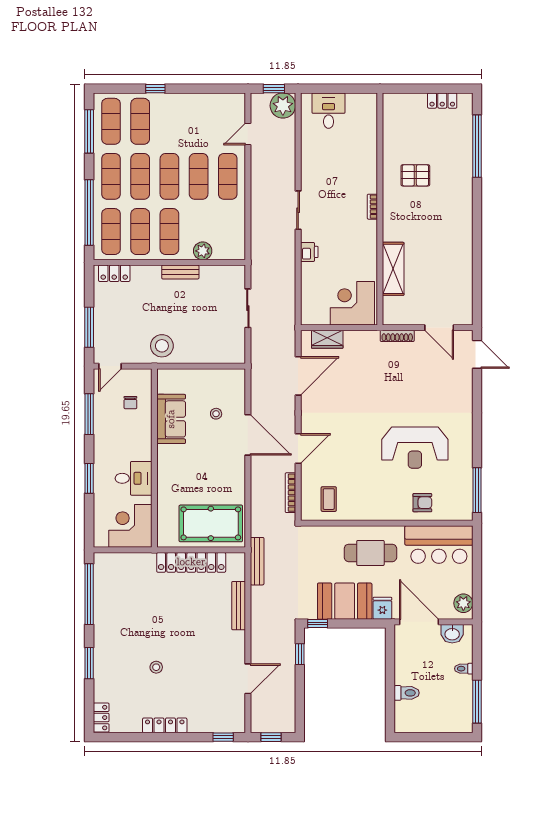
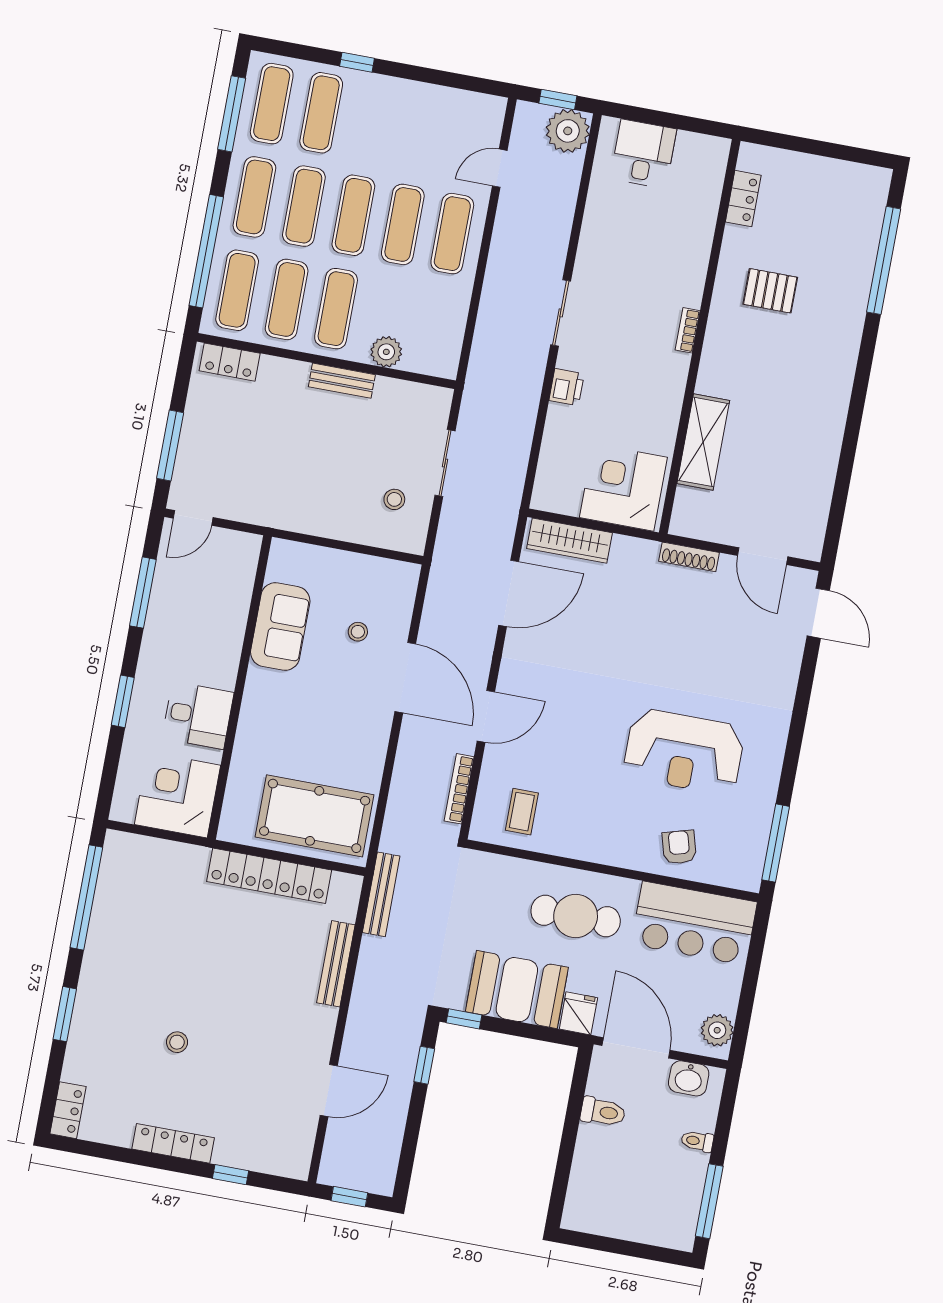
locker: (442, 101) -> (743, 199), moved, turned -90
wardrobe: (327, 339) -> (570, 541), width x1.50
stool: (162, 346) -> (394, 499), moved, width x0.53, depth x0.53
chair: (130, 403) -> (216, 586), removed
armchair: (422, 503) -> (679, 847), turned -106
toilet: (407, 693) -> (603, 1112), moved
window: (223, 737) -> (231, 1175), moved

